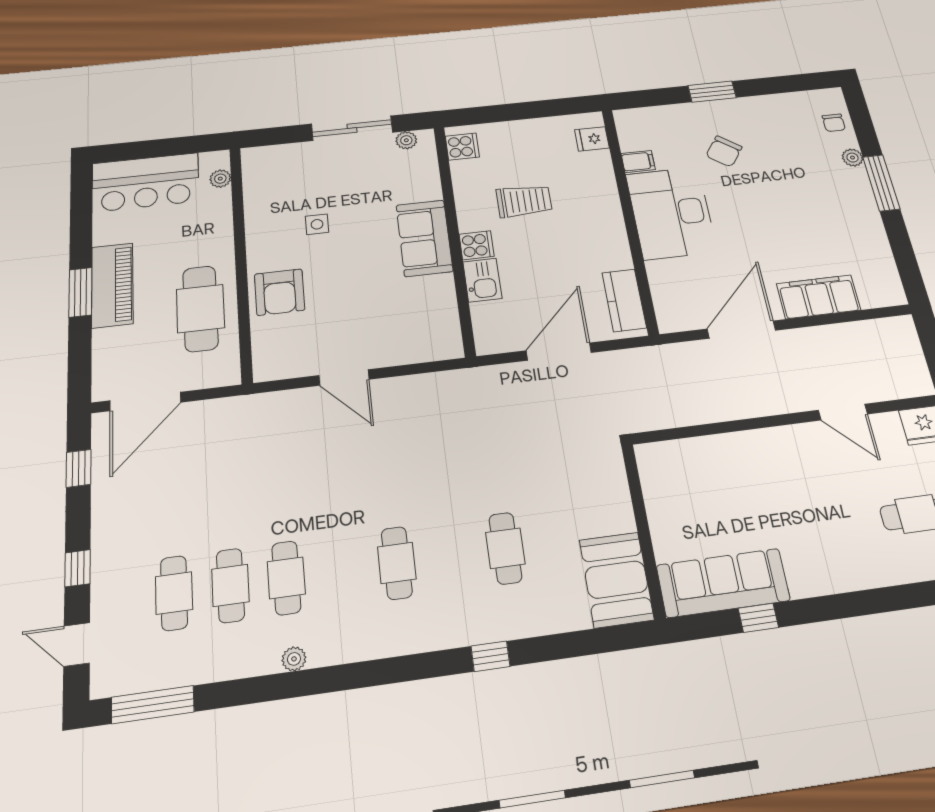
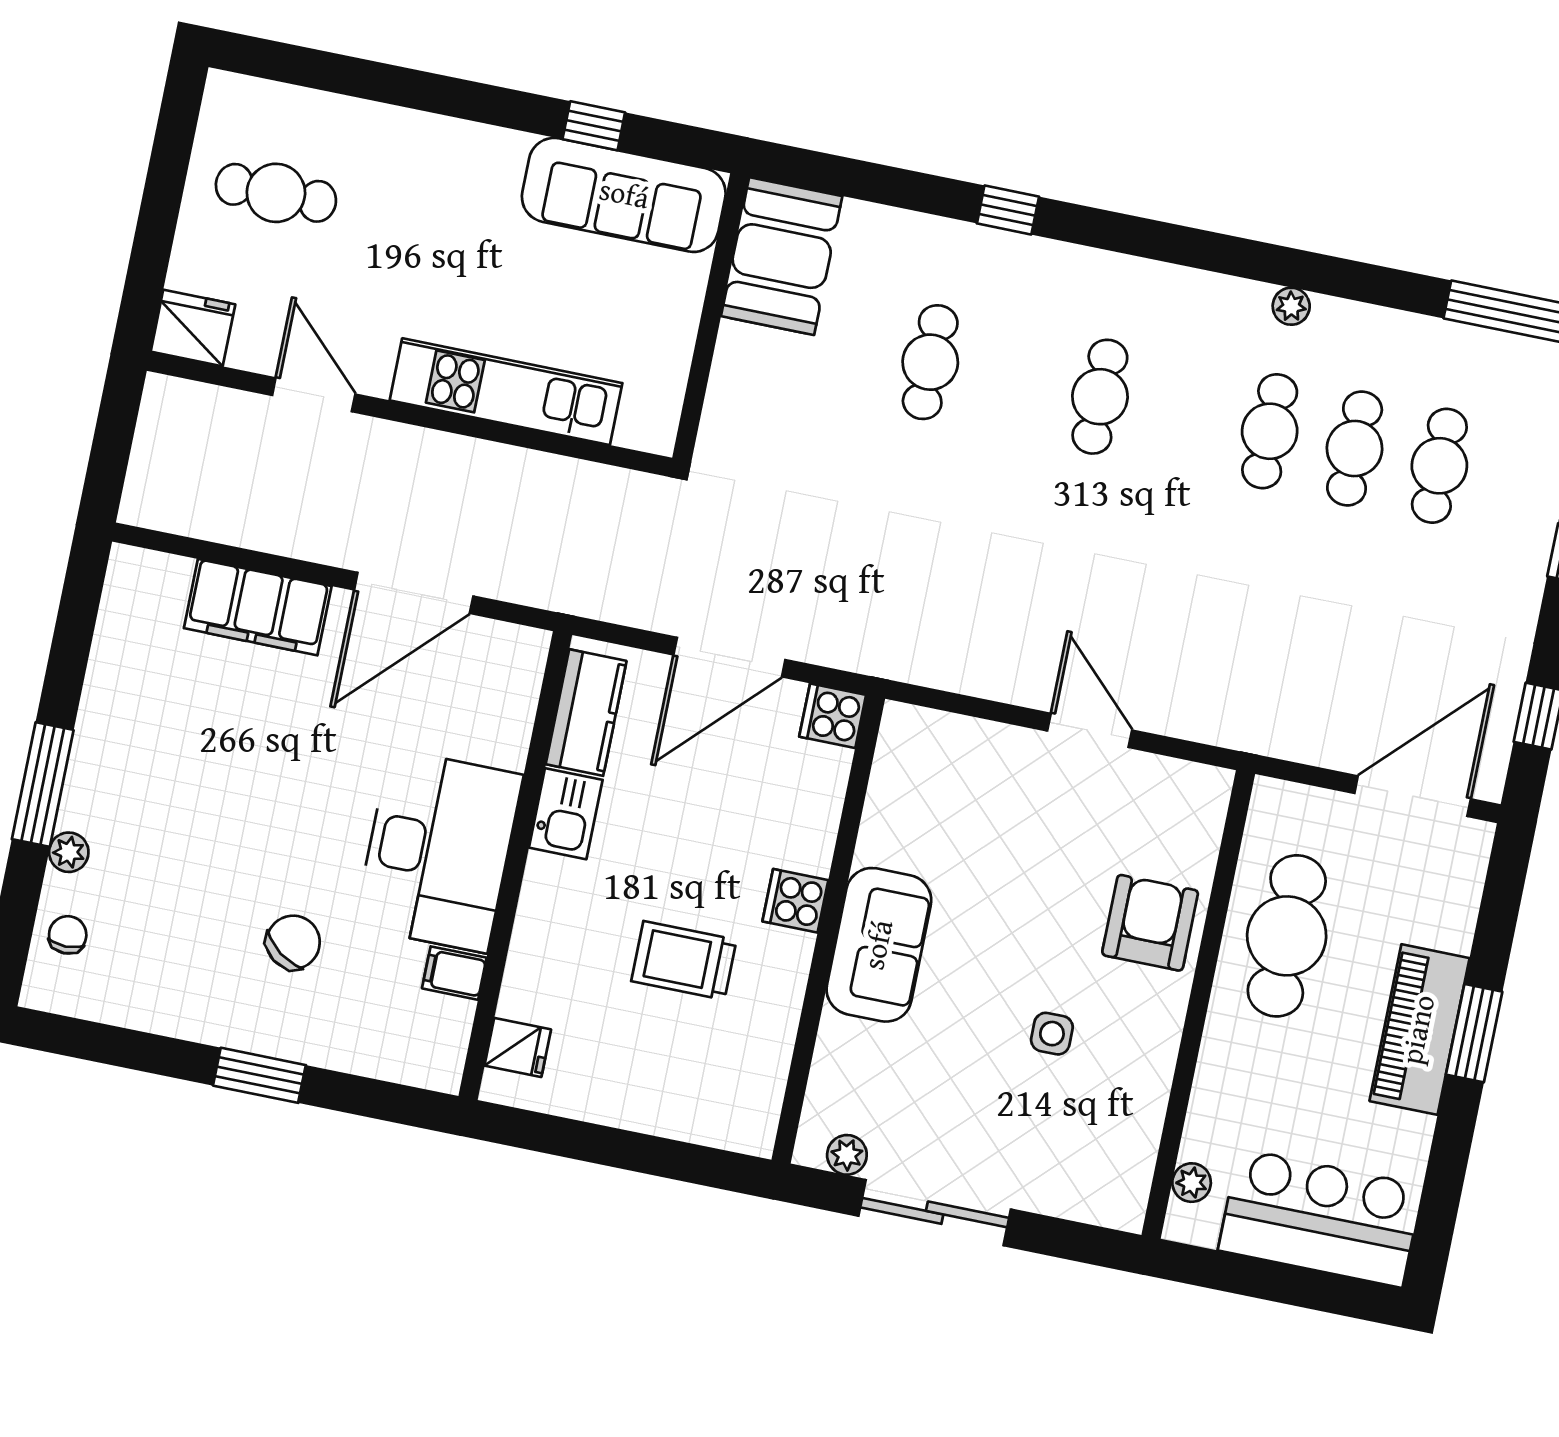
cooker: (462, 147) -> (833, 716), moved
kitchen sink: (482, 280) -> (566, 814), moved, turned 180
kitchen unit: (740, 449) -> (506, 392), added

